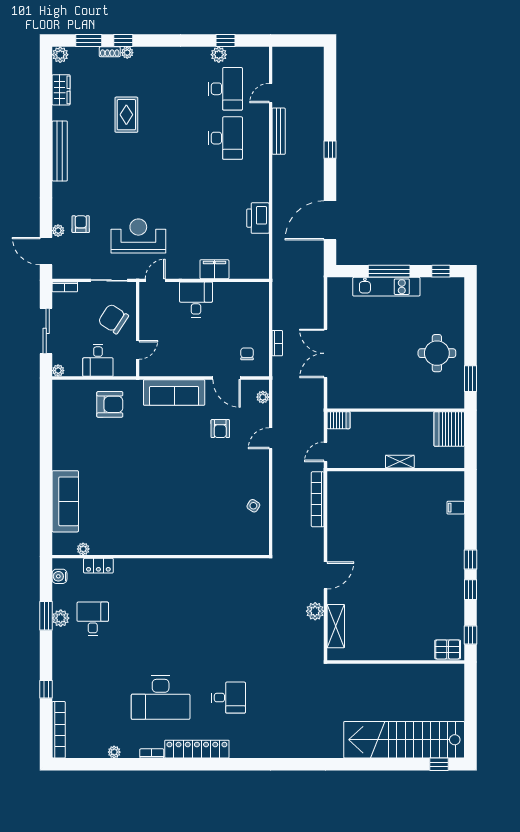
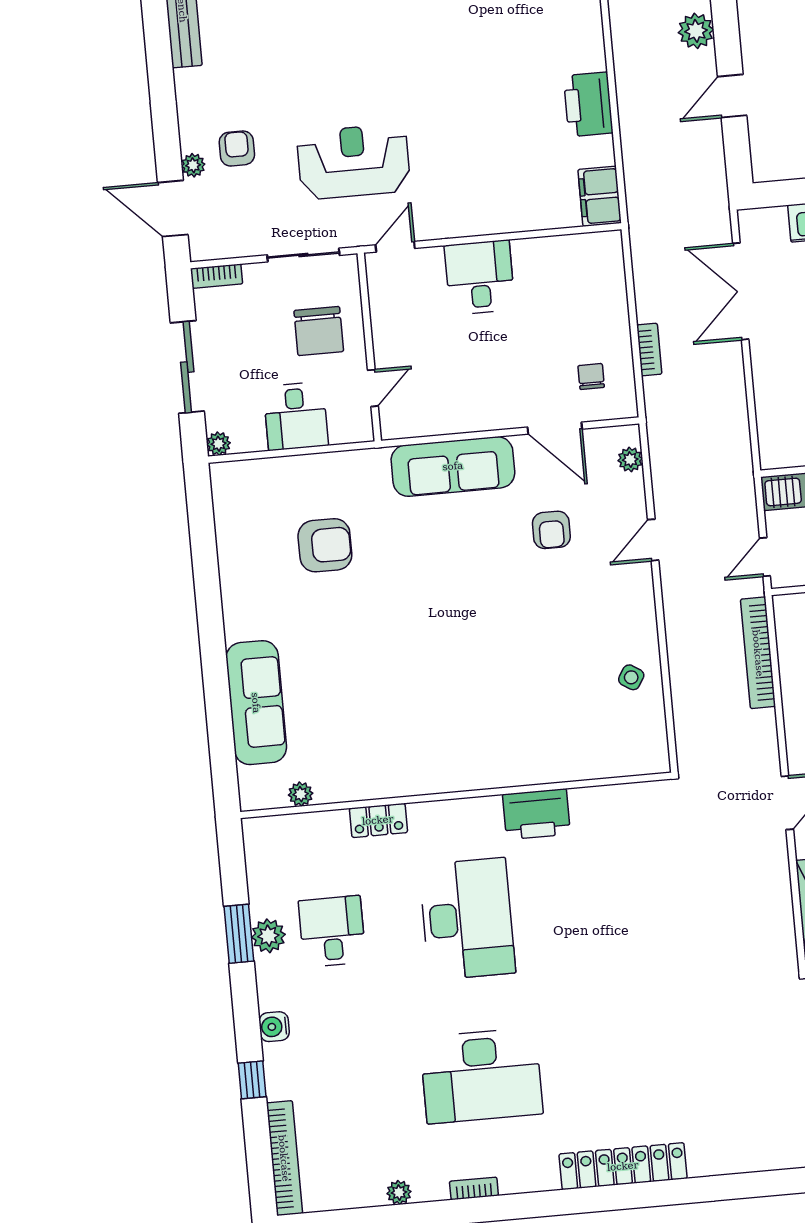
door: (330, 220) -> (732, 96), width x0.53
filing cabinet: (214, 269) -> (600, 196), moved, turned -90
chair: (113, 319) -> (319, 331), turned -123
double door: (325, 353) -> (741, 291), moved
armchair: (110, 404) -> (325, 545), moved
locker: (98, 566) -> (378, 820), moved
printer: (200, 570) -> (536, 814), added
water cooler: (59, 576) -> (274, 1027), moved
plant: (315, 611) -> (696, 31), moved
desk: (229, 698) -> (467, 919), moved, width x1.87, depth x1.30
locker: (197, 749) -> (623, 1166), moved

